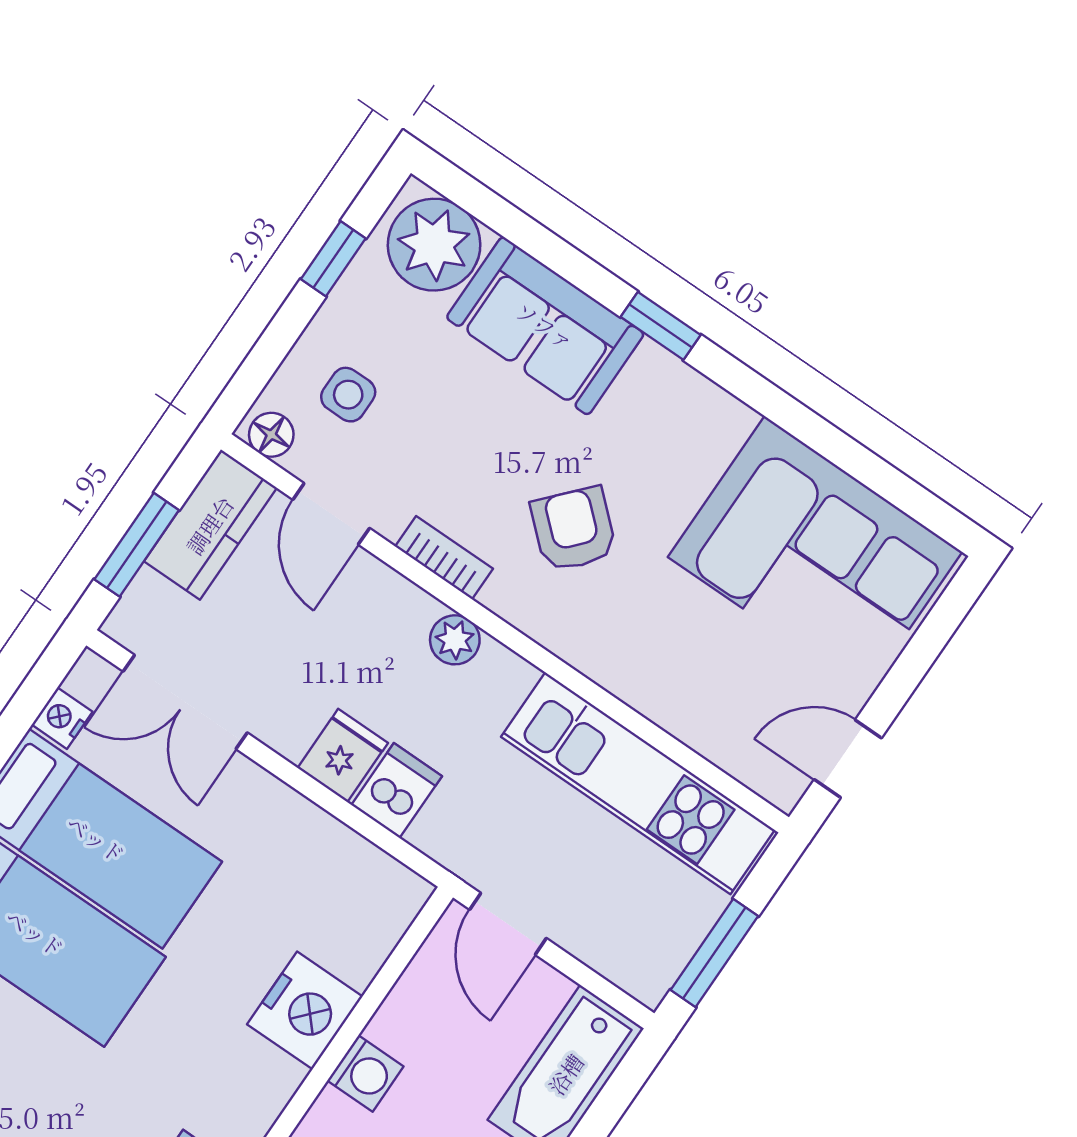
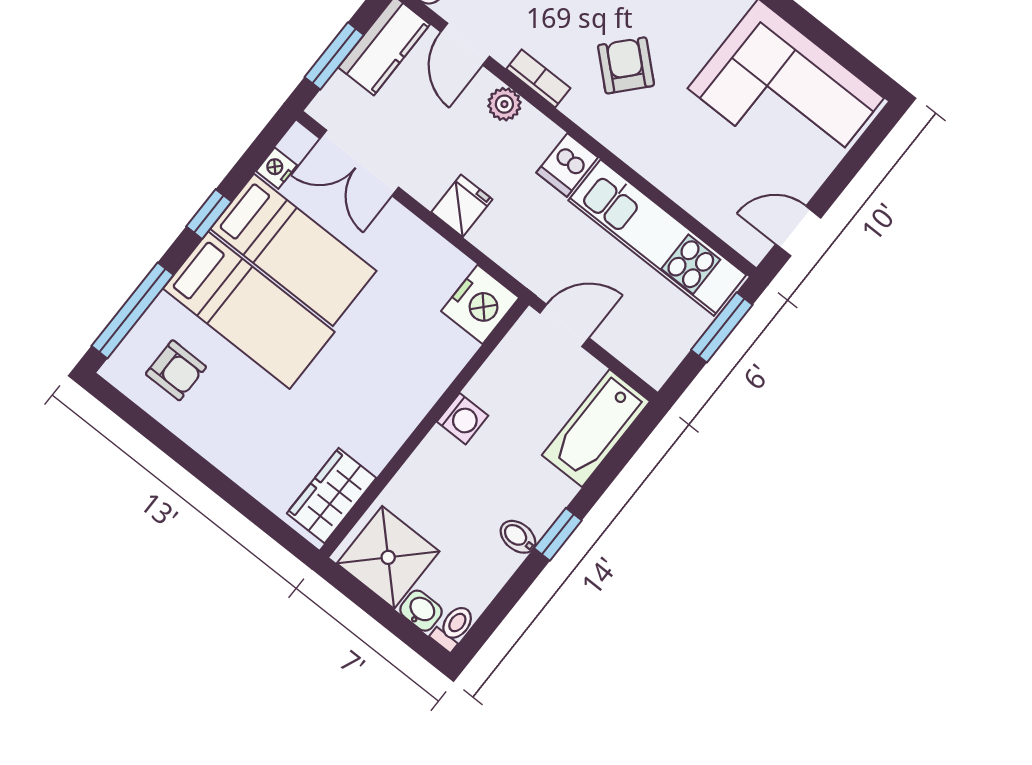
plant: (455, 640) -> (504, 104), moved
dishwasher: (397, 791) -> (567, 165), moved, turned 180
door: (508, 924) -> (564, 325), swing flipped
window: (714, 953) -> (722, 327), moved
nightstand: (305, 1010) -> (480, 304), moved

